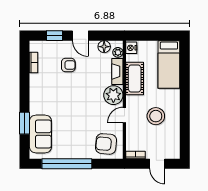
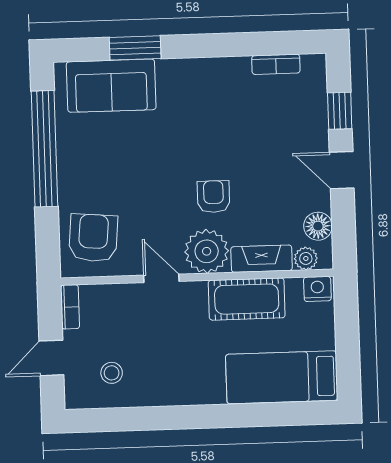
door: (80, 36) -> (342, 170), hinge flipped
armchair: (68, 65) -> (214, 197), moved, turned 180
stool: (156, 116) -> (112, 373), moved, width x0.53, depth x0.53

